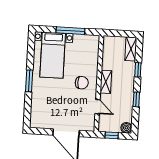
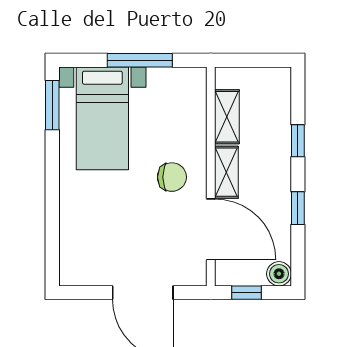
shelving: (131, 49) -> (227, 117), moved
window: (29, 81) -> (52, 105), moved
door: (97, 107) -> (211, 229), width x1.87

